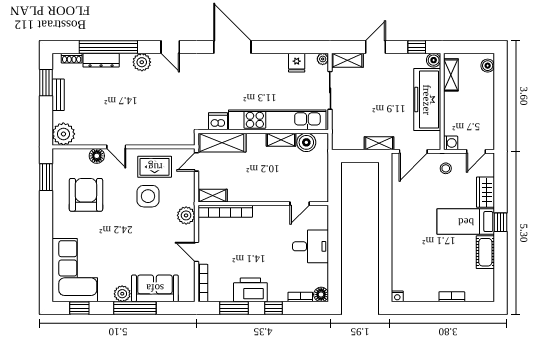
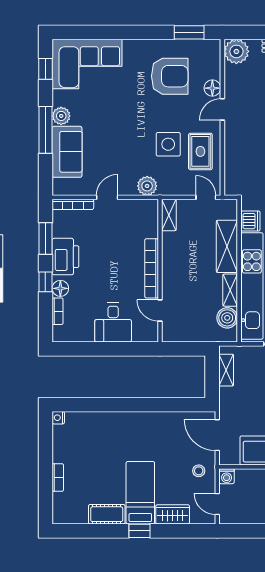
shelving: (222, 143) -> (227, 246), moved
shelving: (379, 143) -> (226, 370), moved
bookcase: (225, 211) -> (152, 268), moved
floor lamp: (321, 294) -> (60, 288), moved

